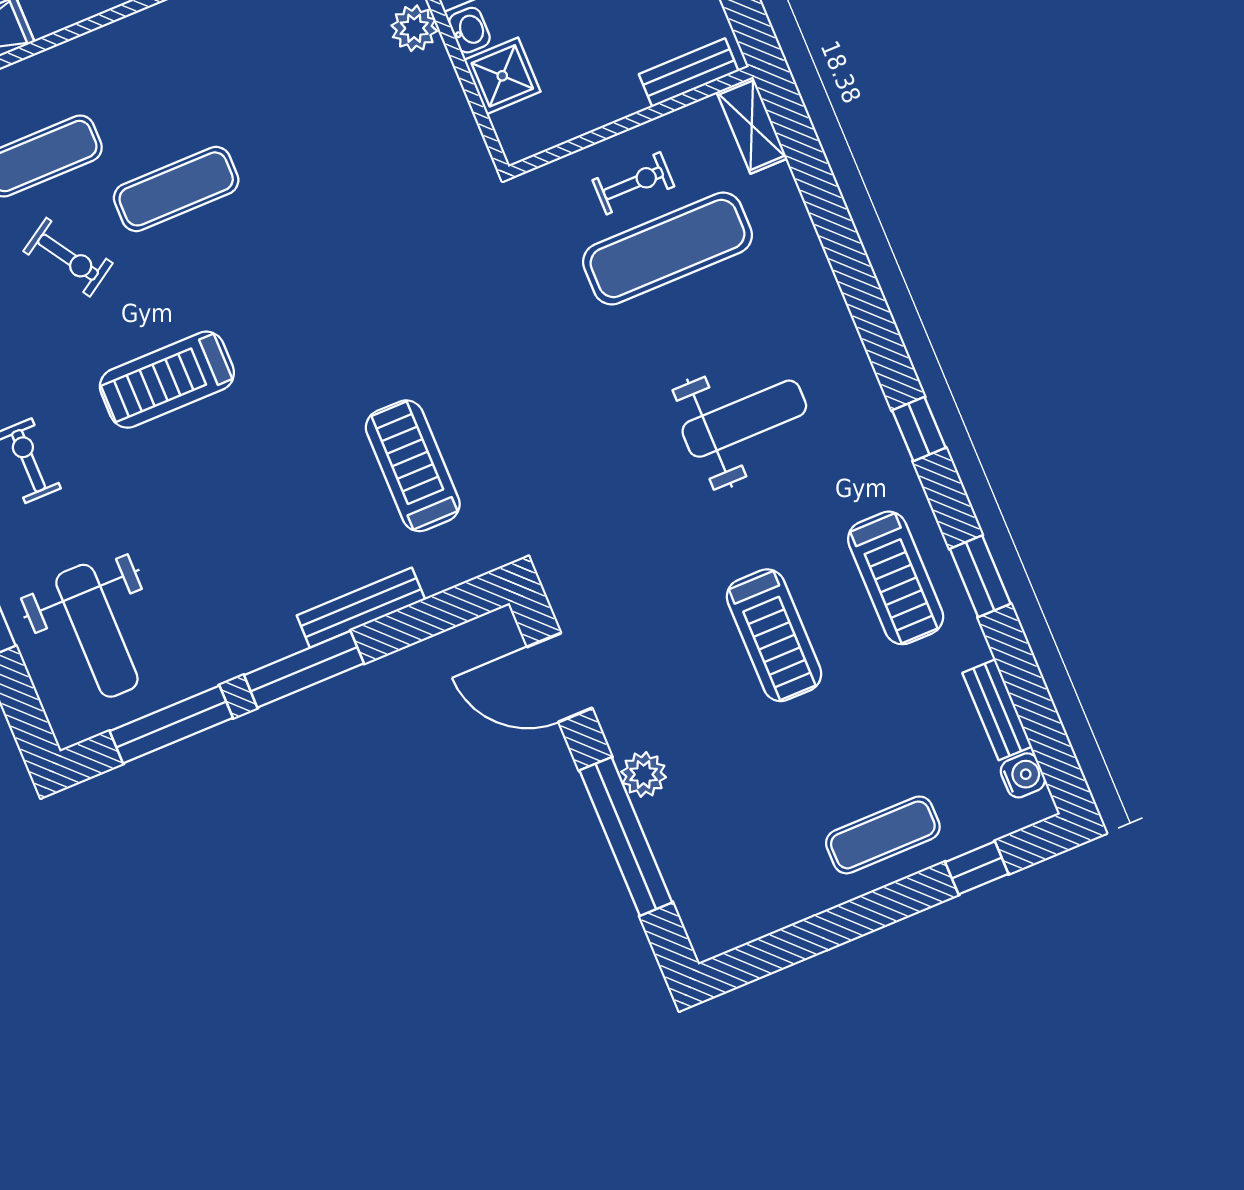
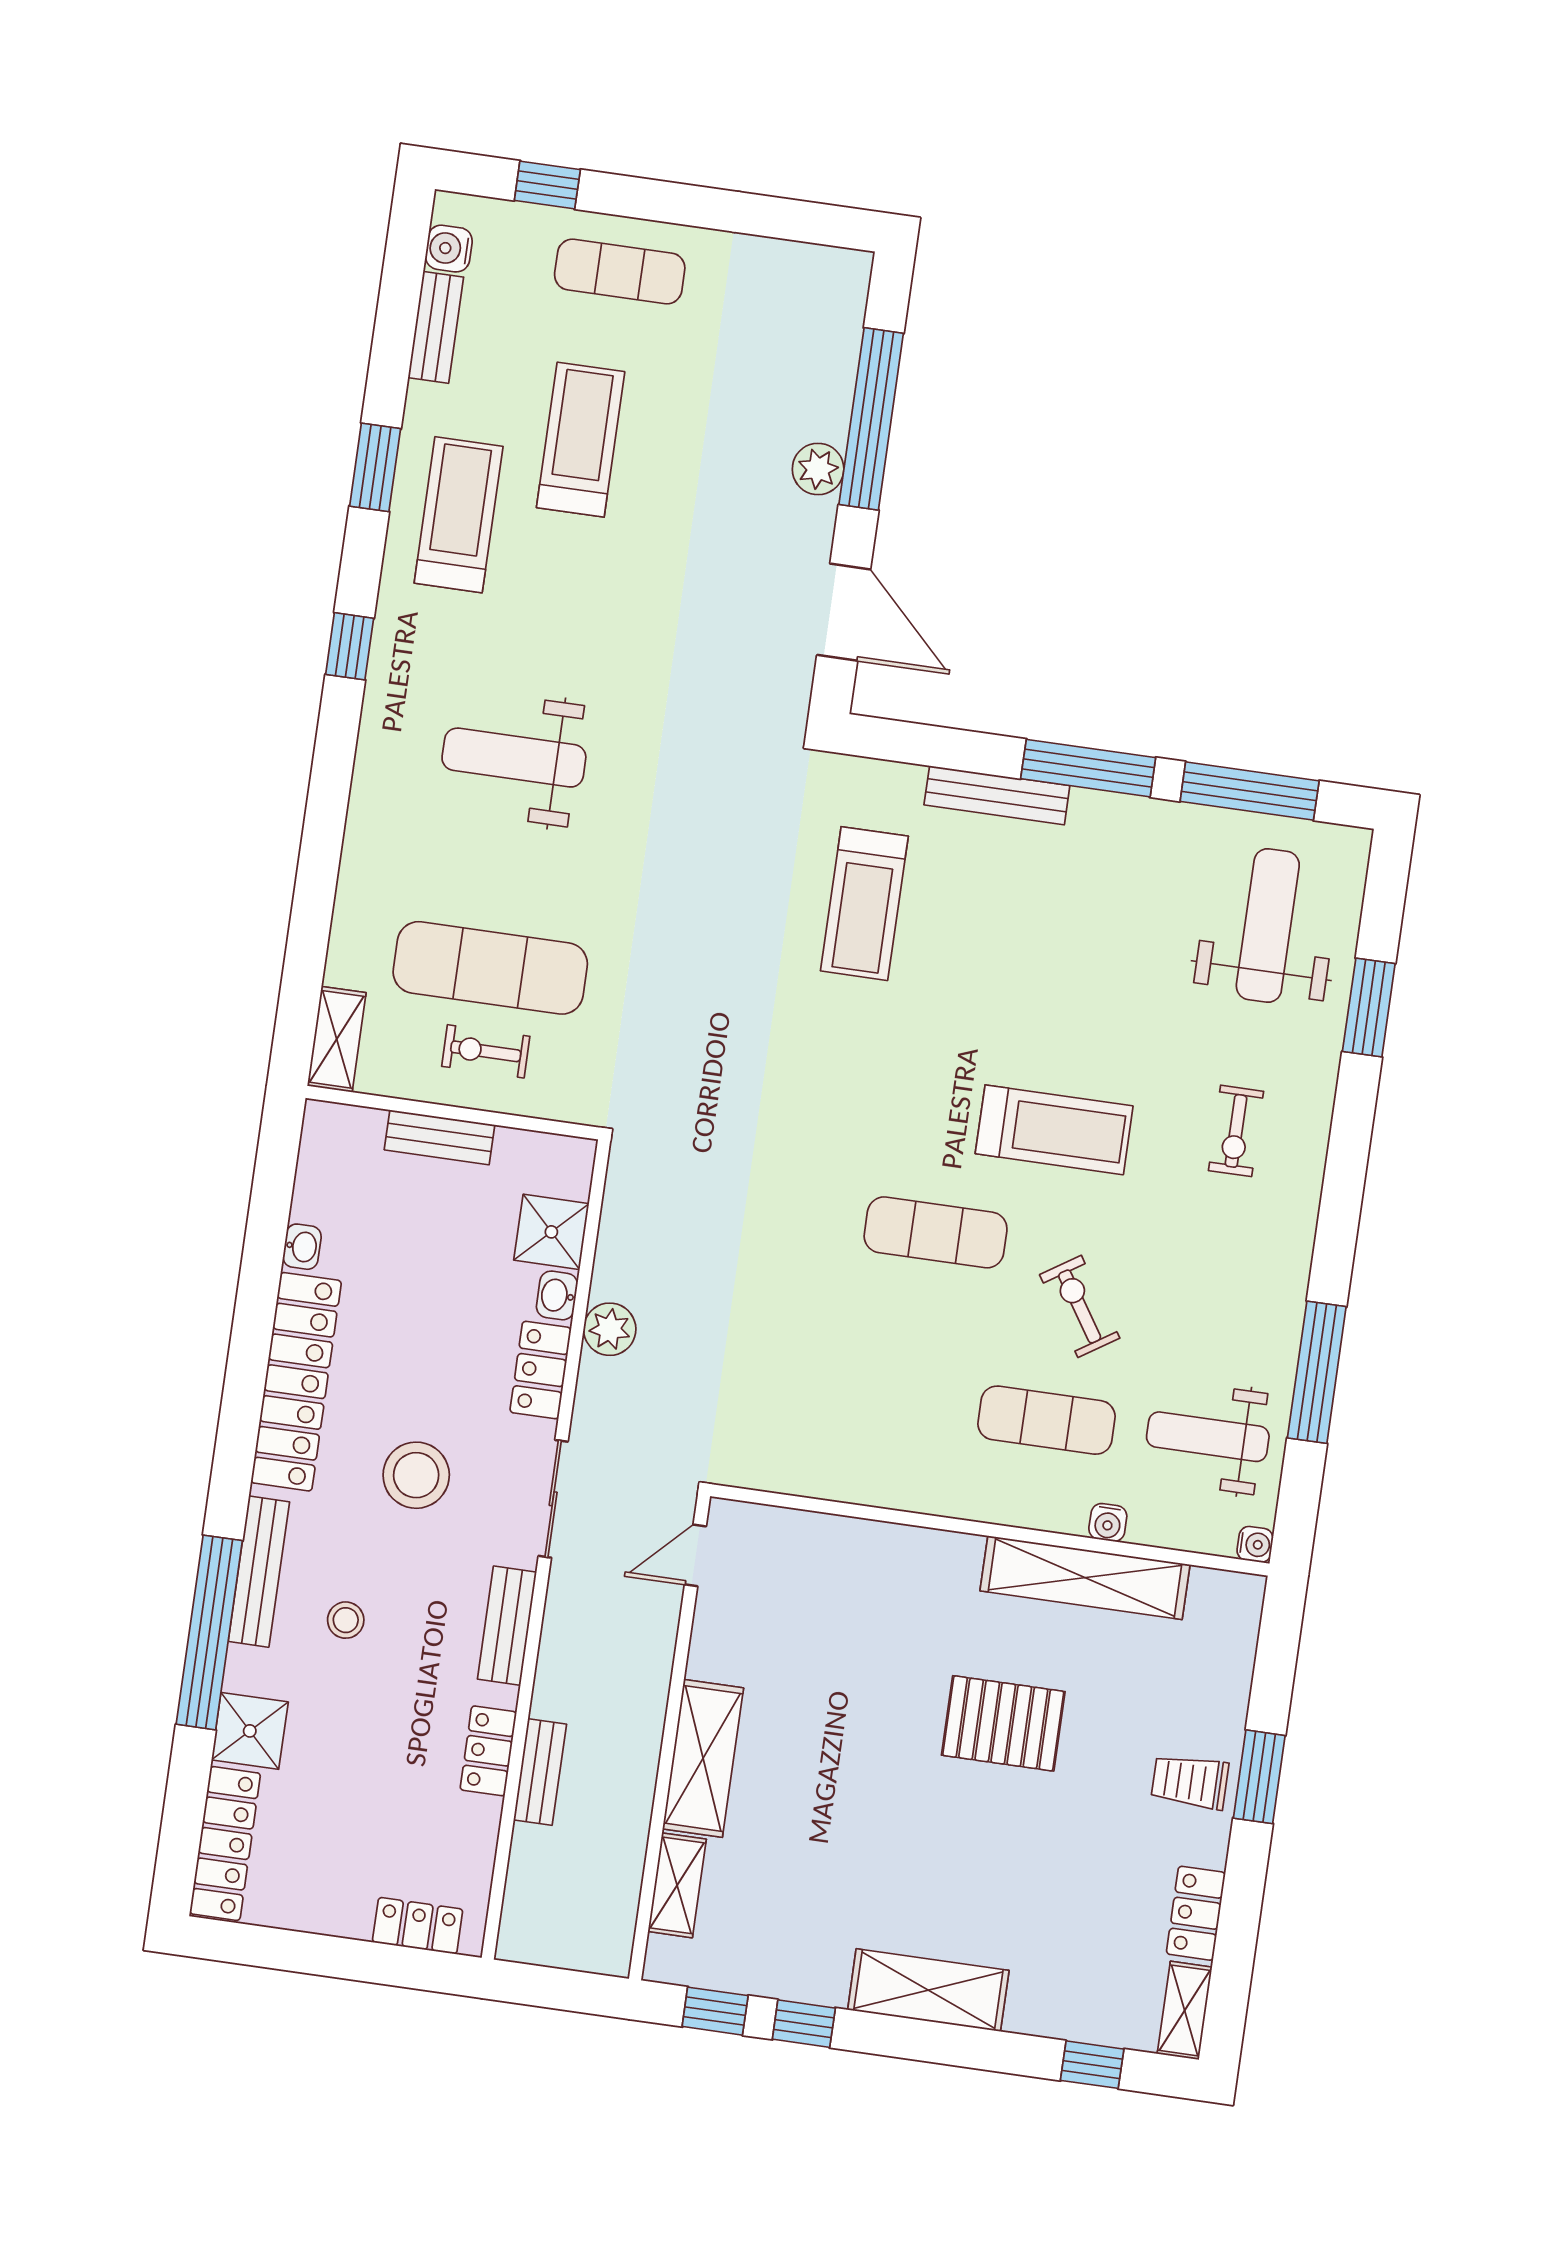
bench: (689, 73) -> (440, 1137), moved
exercise mat: (176, 189) -> (936, 1232), moved
treadmill: (774, 635) -> (581, 440), moved

